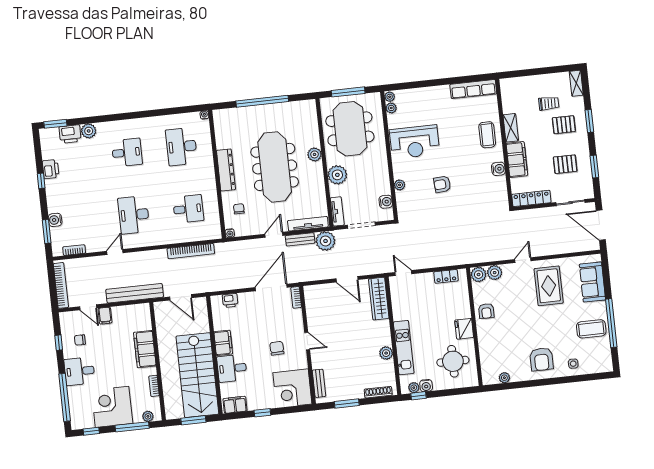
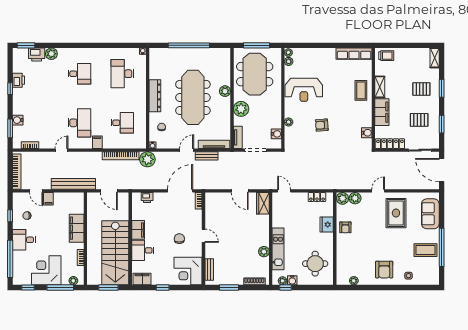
trolley: (549, 103) -> (386, 56), moved
water cooler: (498, 169) -> (367, 133), moved
desk: (134, 215) -> (79, 123), turned 180
filing cabinet: (159, 237) -> (97, 142), added
plant: (326, 241) -> (147, 159), moved
wardrobe: (379, 299) -> (263, 203), width x0.67
fridge: (464, 329) -> (327, 225), moved

